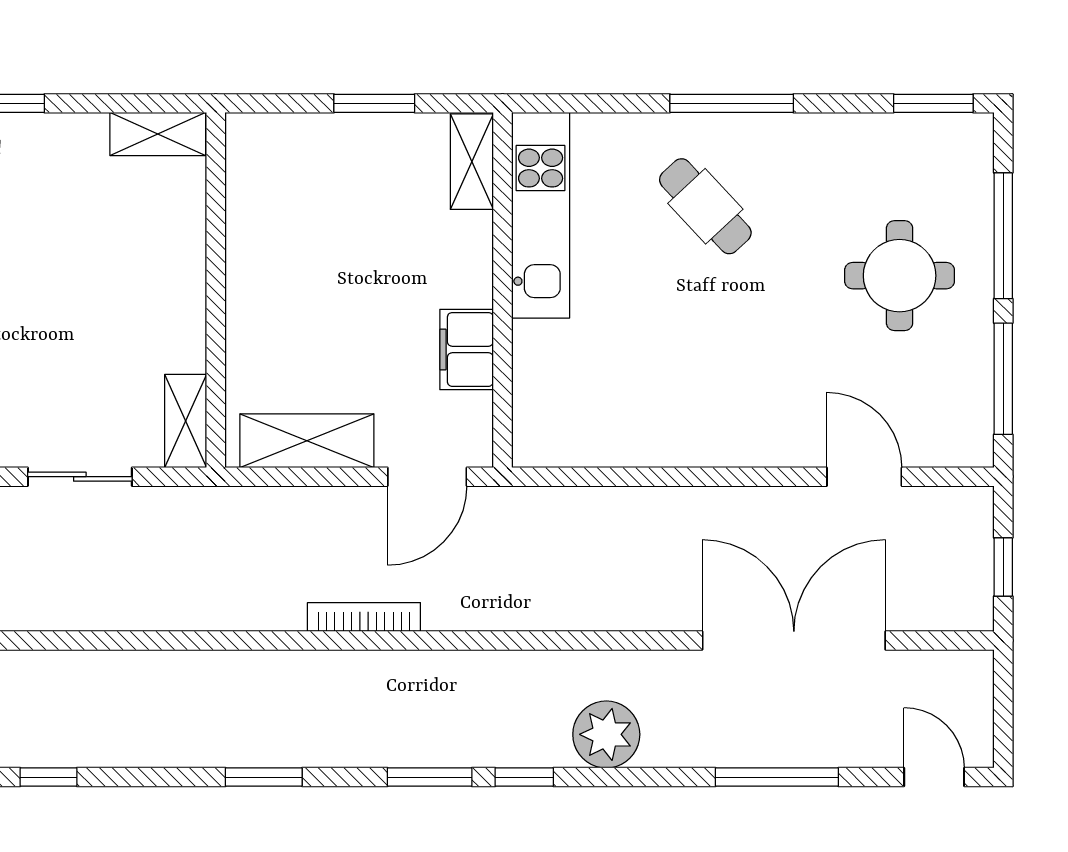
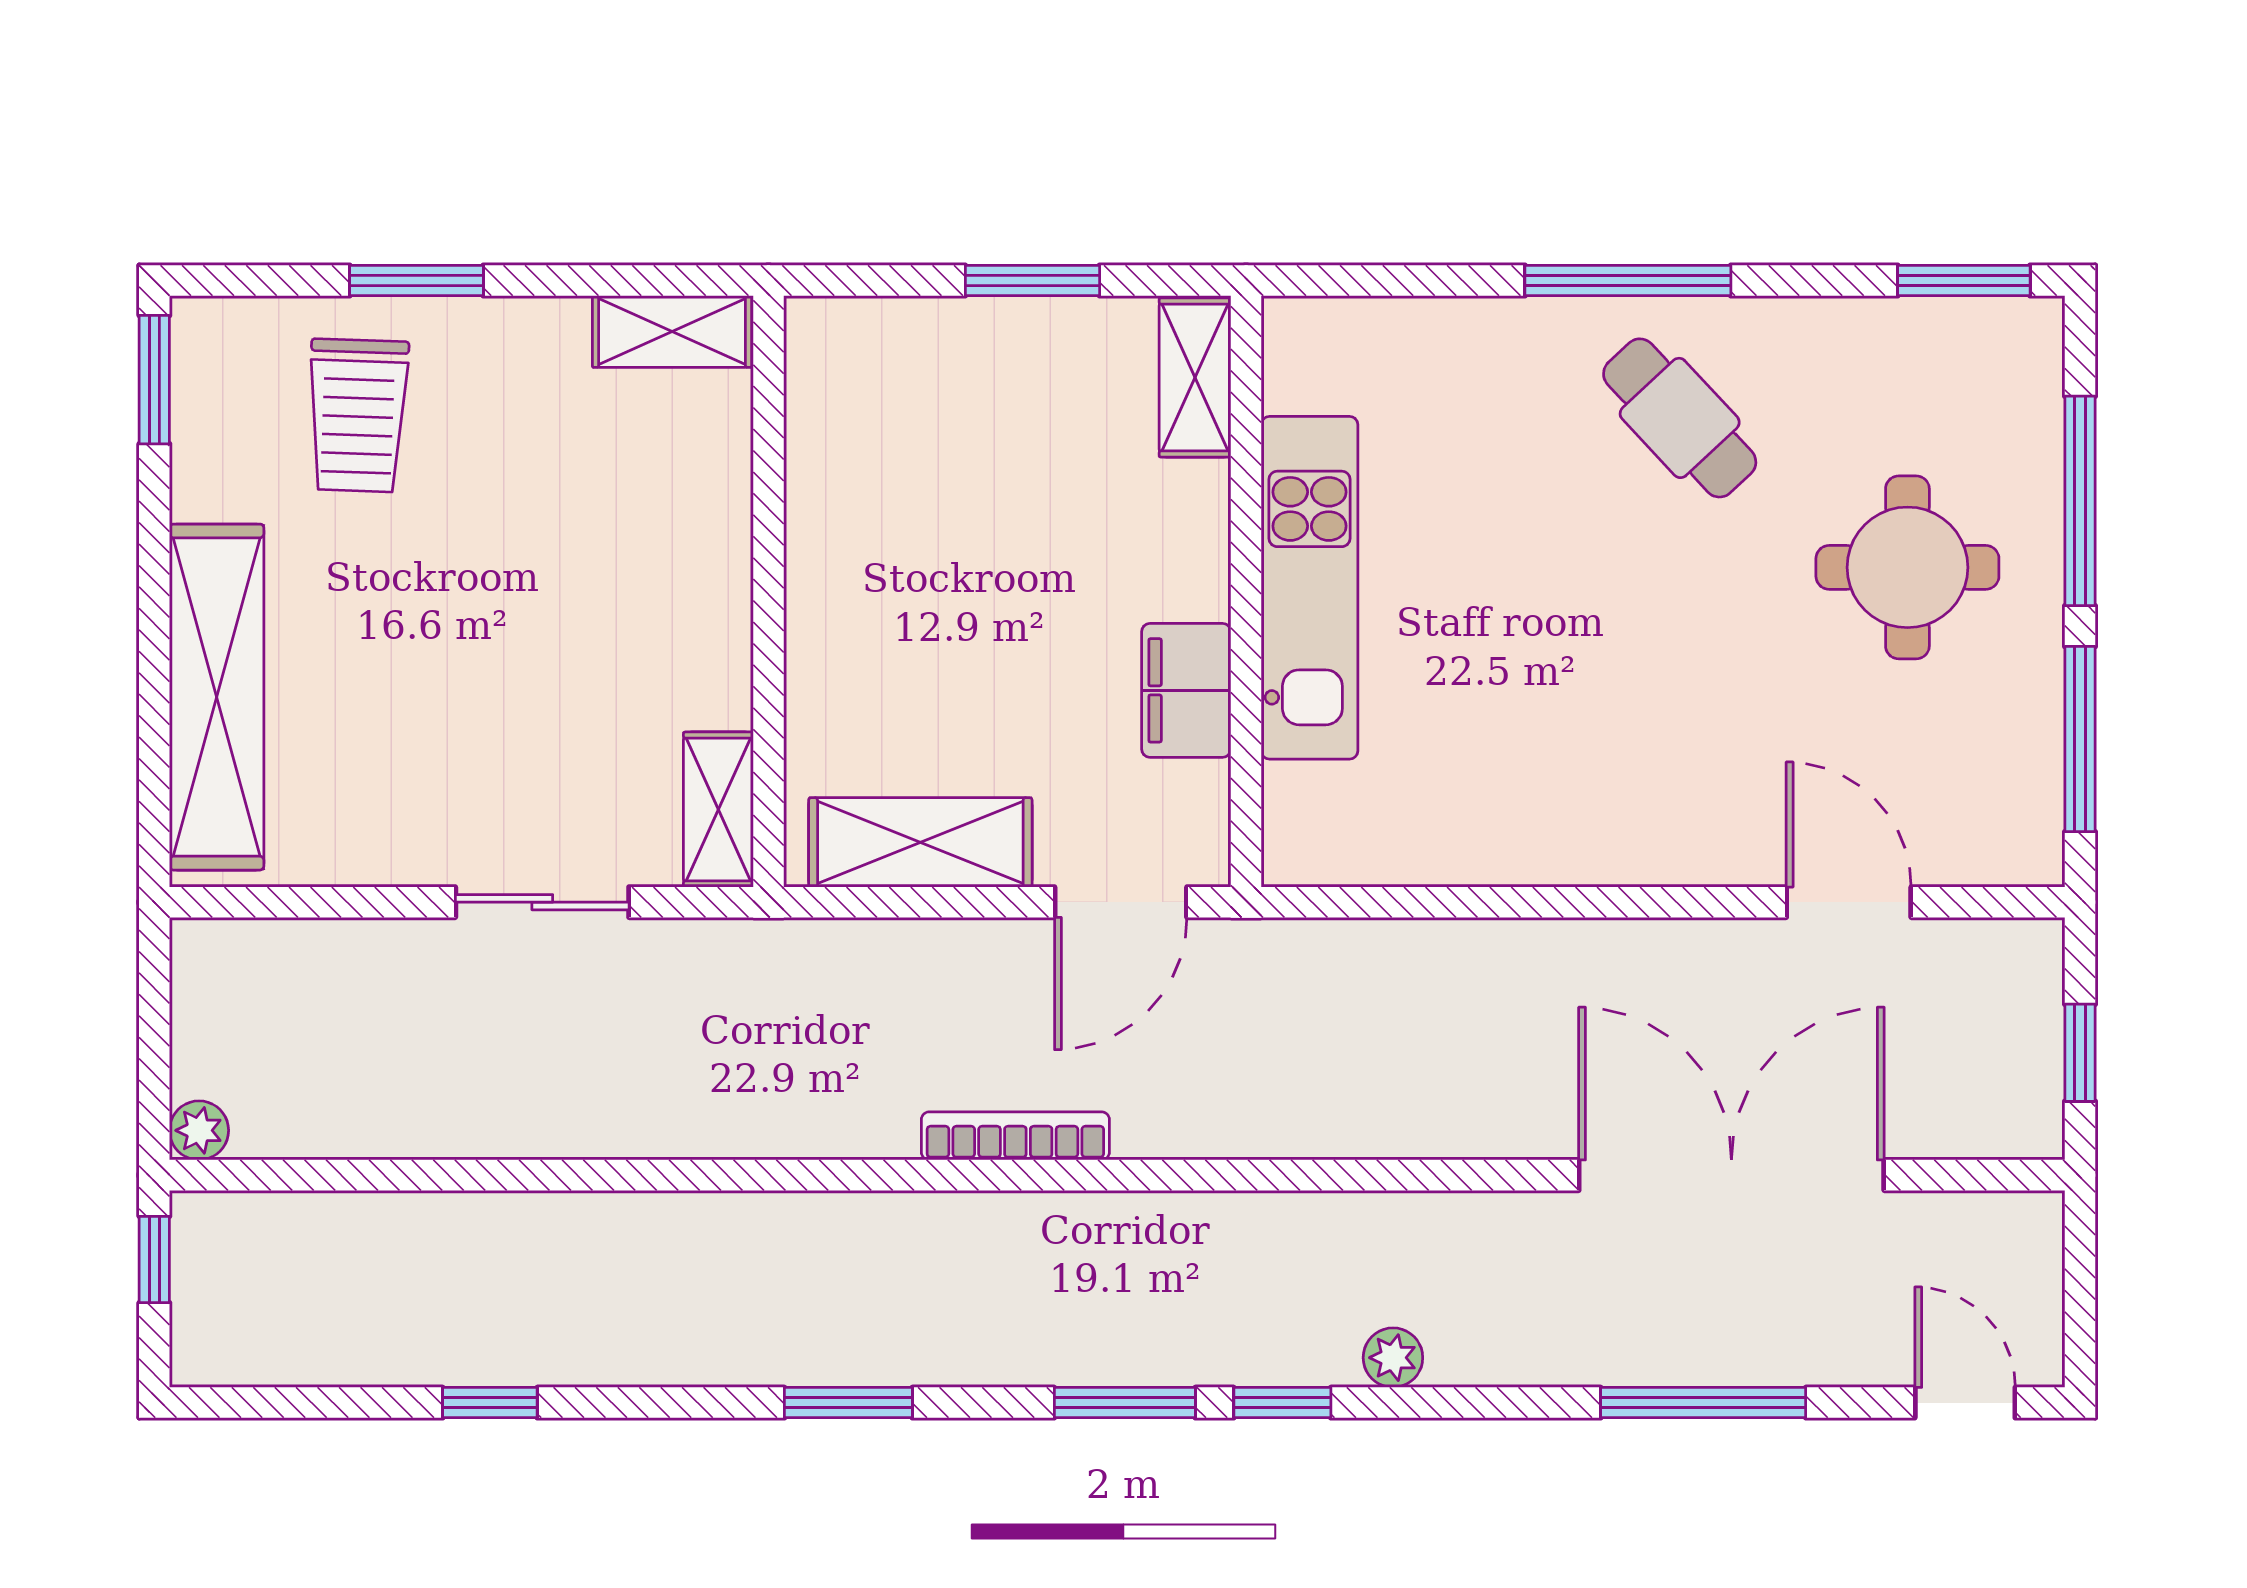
cafe table: (705, 206) -> (1680, 418), moved
kitchen unit: (541, 215) -> (1309, 588), moved
plant: (606, 734) -> (1393, 1358), width x0.53, depth x0.53

